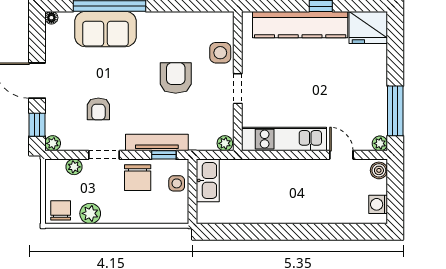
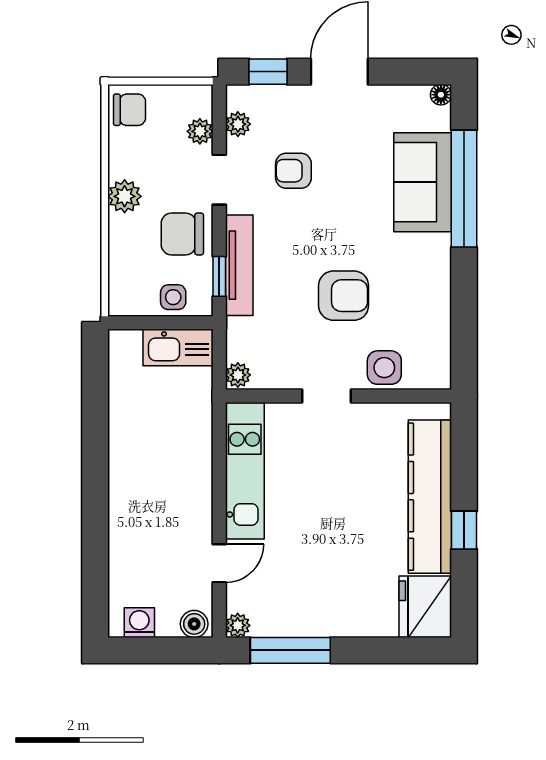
plant: (53, 143) -> (238, 124), moved
plant: (90, 213) -> (125, 196), moved

